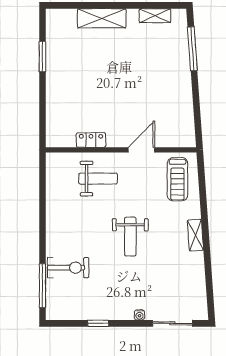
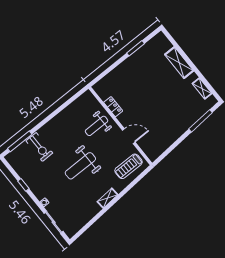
weight bench: (98, 179) -> (97, 126), turned 90
weight bench: (130, 237) -> (80, 166), width x1.36, depth x1.33

